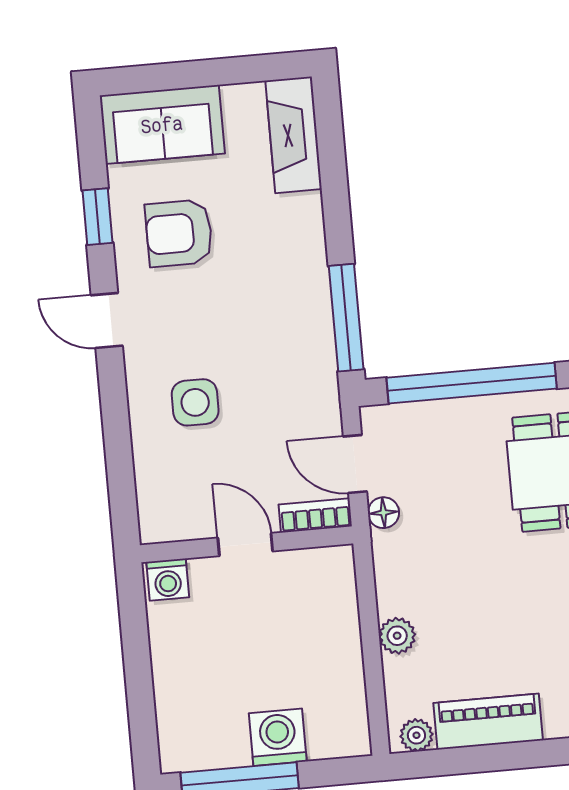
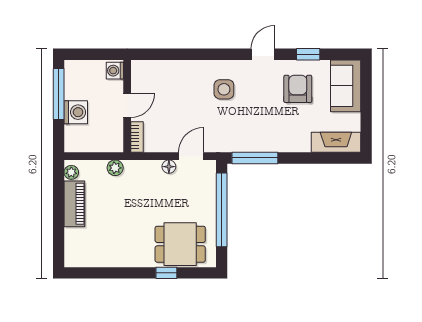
bookcase: (315, 515) -> (137, 137), moved
door: (245, 544) -> (127, 106), moved
wall: (247, 544) -> (127, 106), moved
washing machine: (168, 580) -> (115, 71), moved

